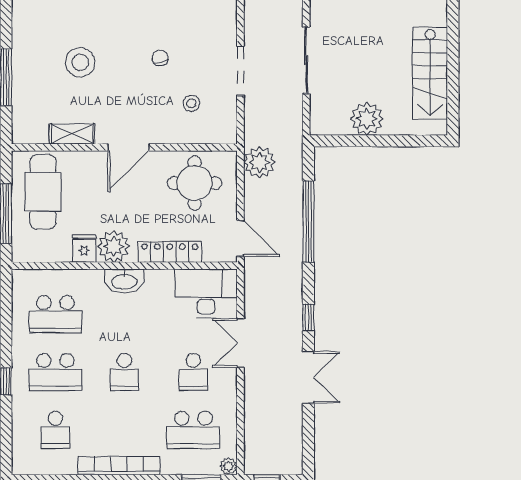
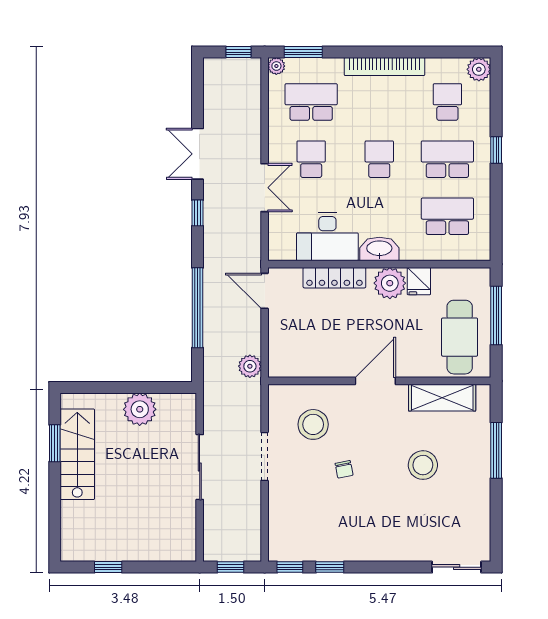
window: (453, 84) -> (55, 443), added
stool: (191, 103) -> (313, 424), width x1.89, depth x1.89
shelving: (72, 134) -> (442, 398), width x1.50, depth x1.33
plant: (260, 162) -> (250, 366), width x0.73, depth x0.73
round table: (195, 183) -> (310, 346), removed
desk: (206, 293) -> (327, 237), moved
plant: (24, 463) -> (479, 69), added

